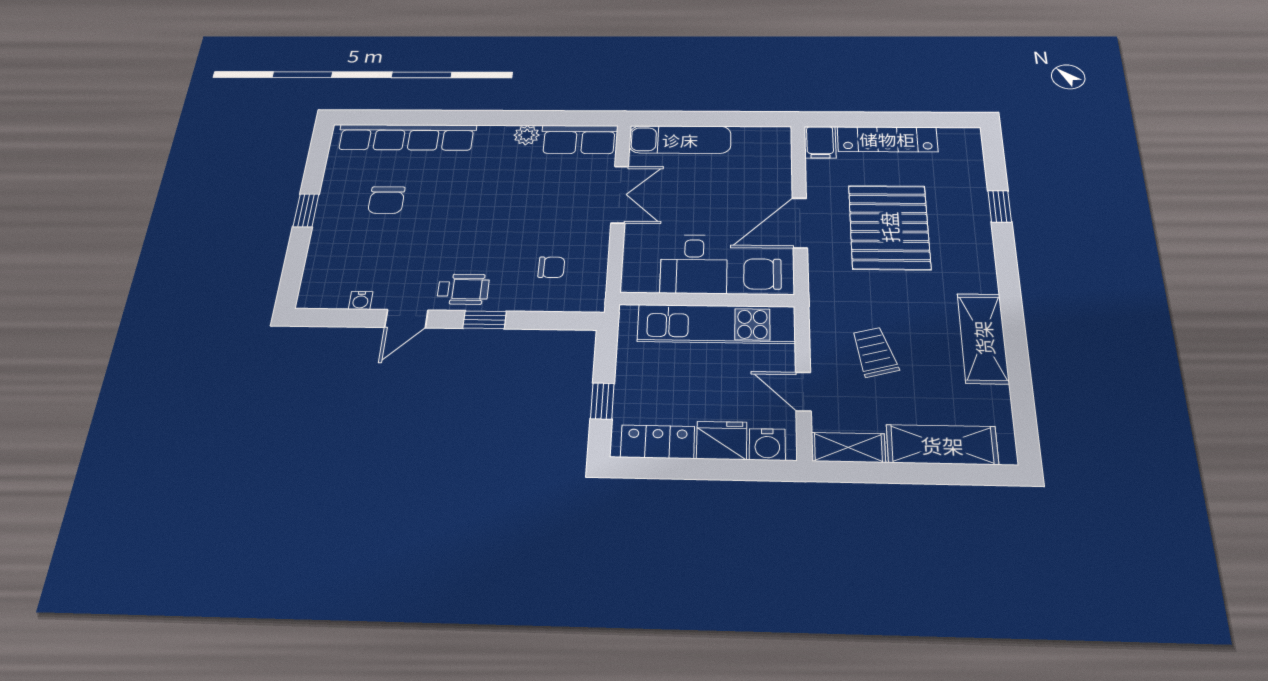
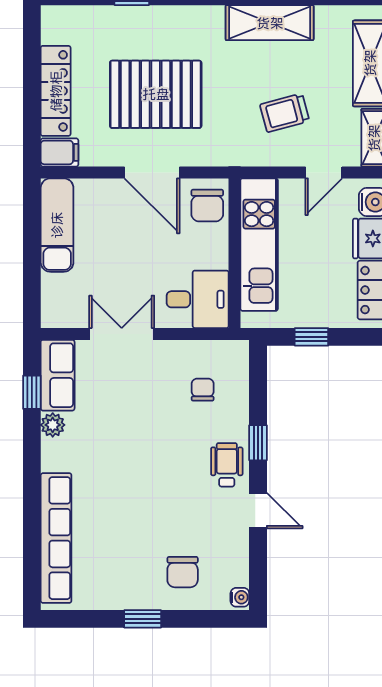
window: (563, 118) -> (32, 392), added
exam couch: (680, 140) -> (57, 225), moved
chair: (386, 200) -> (183, 572), moved, turned 90
desk: (694, 264) -> (198, 299), moved
water cooler: (361, 300) -> (240, 597), moved
window: (602, 401) -> (311, 337), moved

